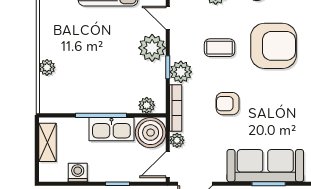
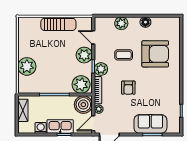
plant: (47, 67) -> (27, 66), width x1.87, depth x1.87
armchair: (228, 104) -> (128, 88), turned -90
plant: (147, 105) -> (81, 84), width x1.87, depth x1.87
kitchen sink: (111, 129) -> (60, 127), moved, turned 180
sofa: (265, 166) -> (150, 124), width x0.73

